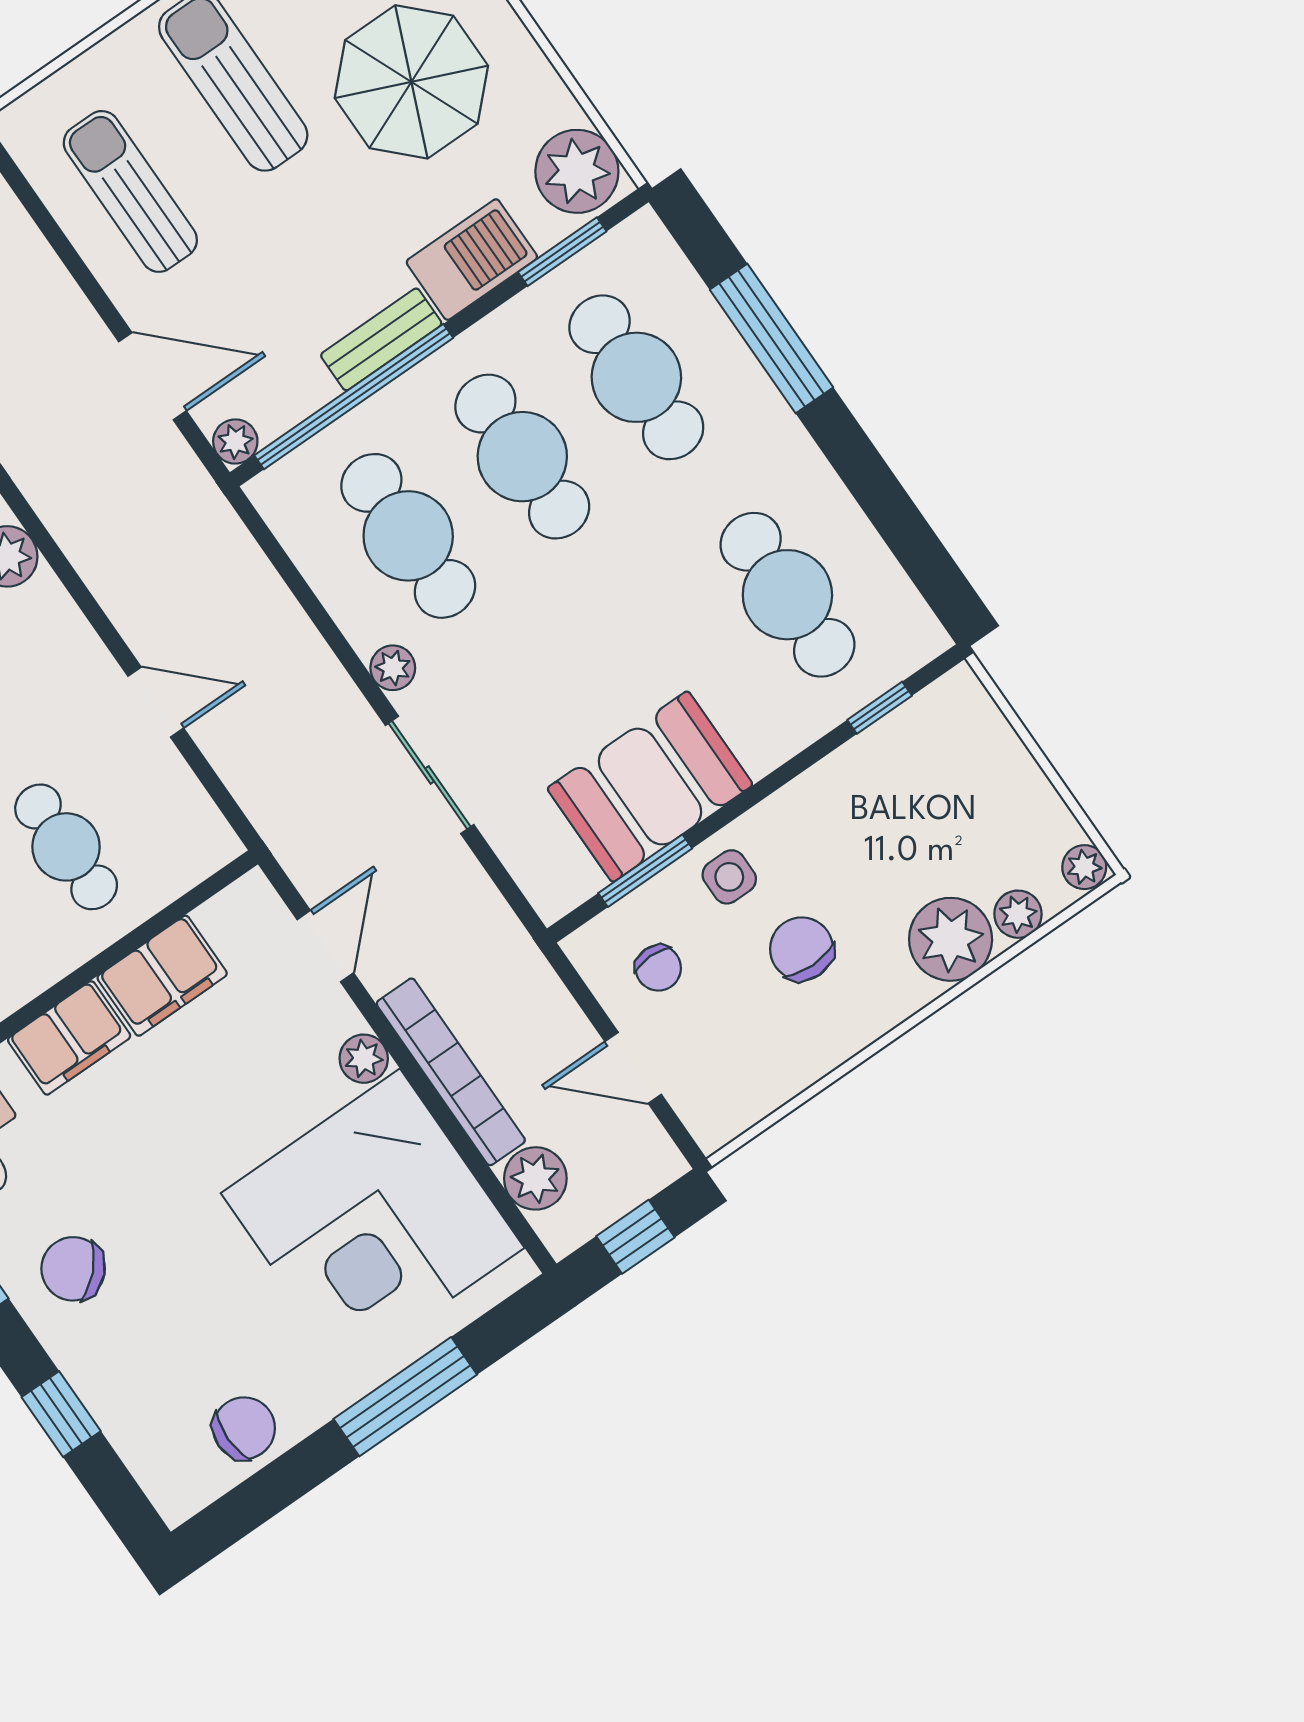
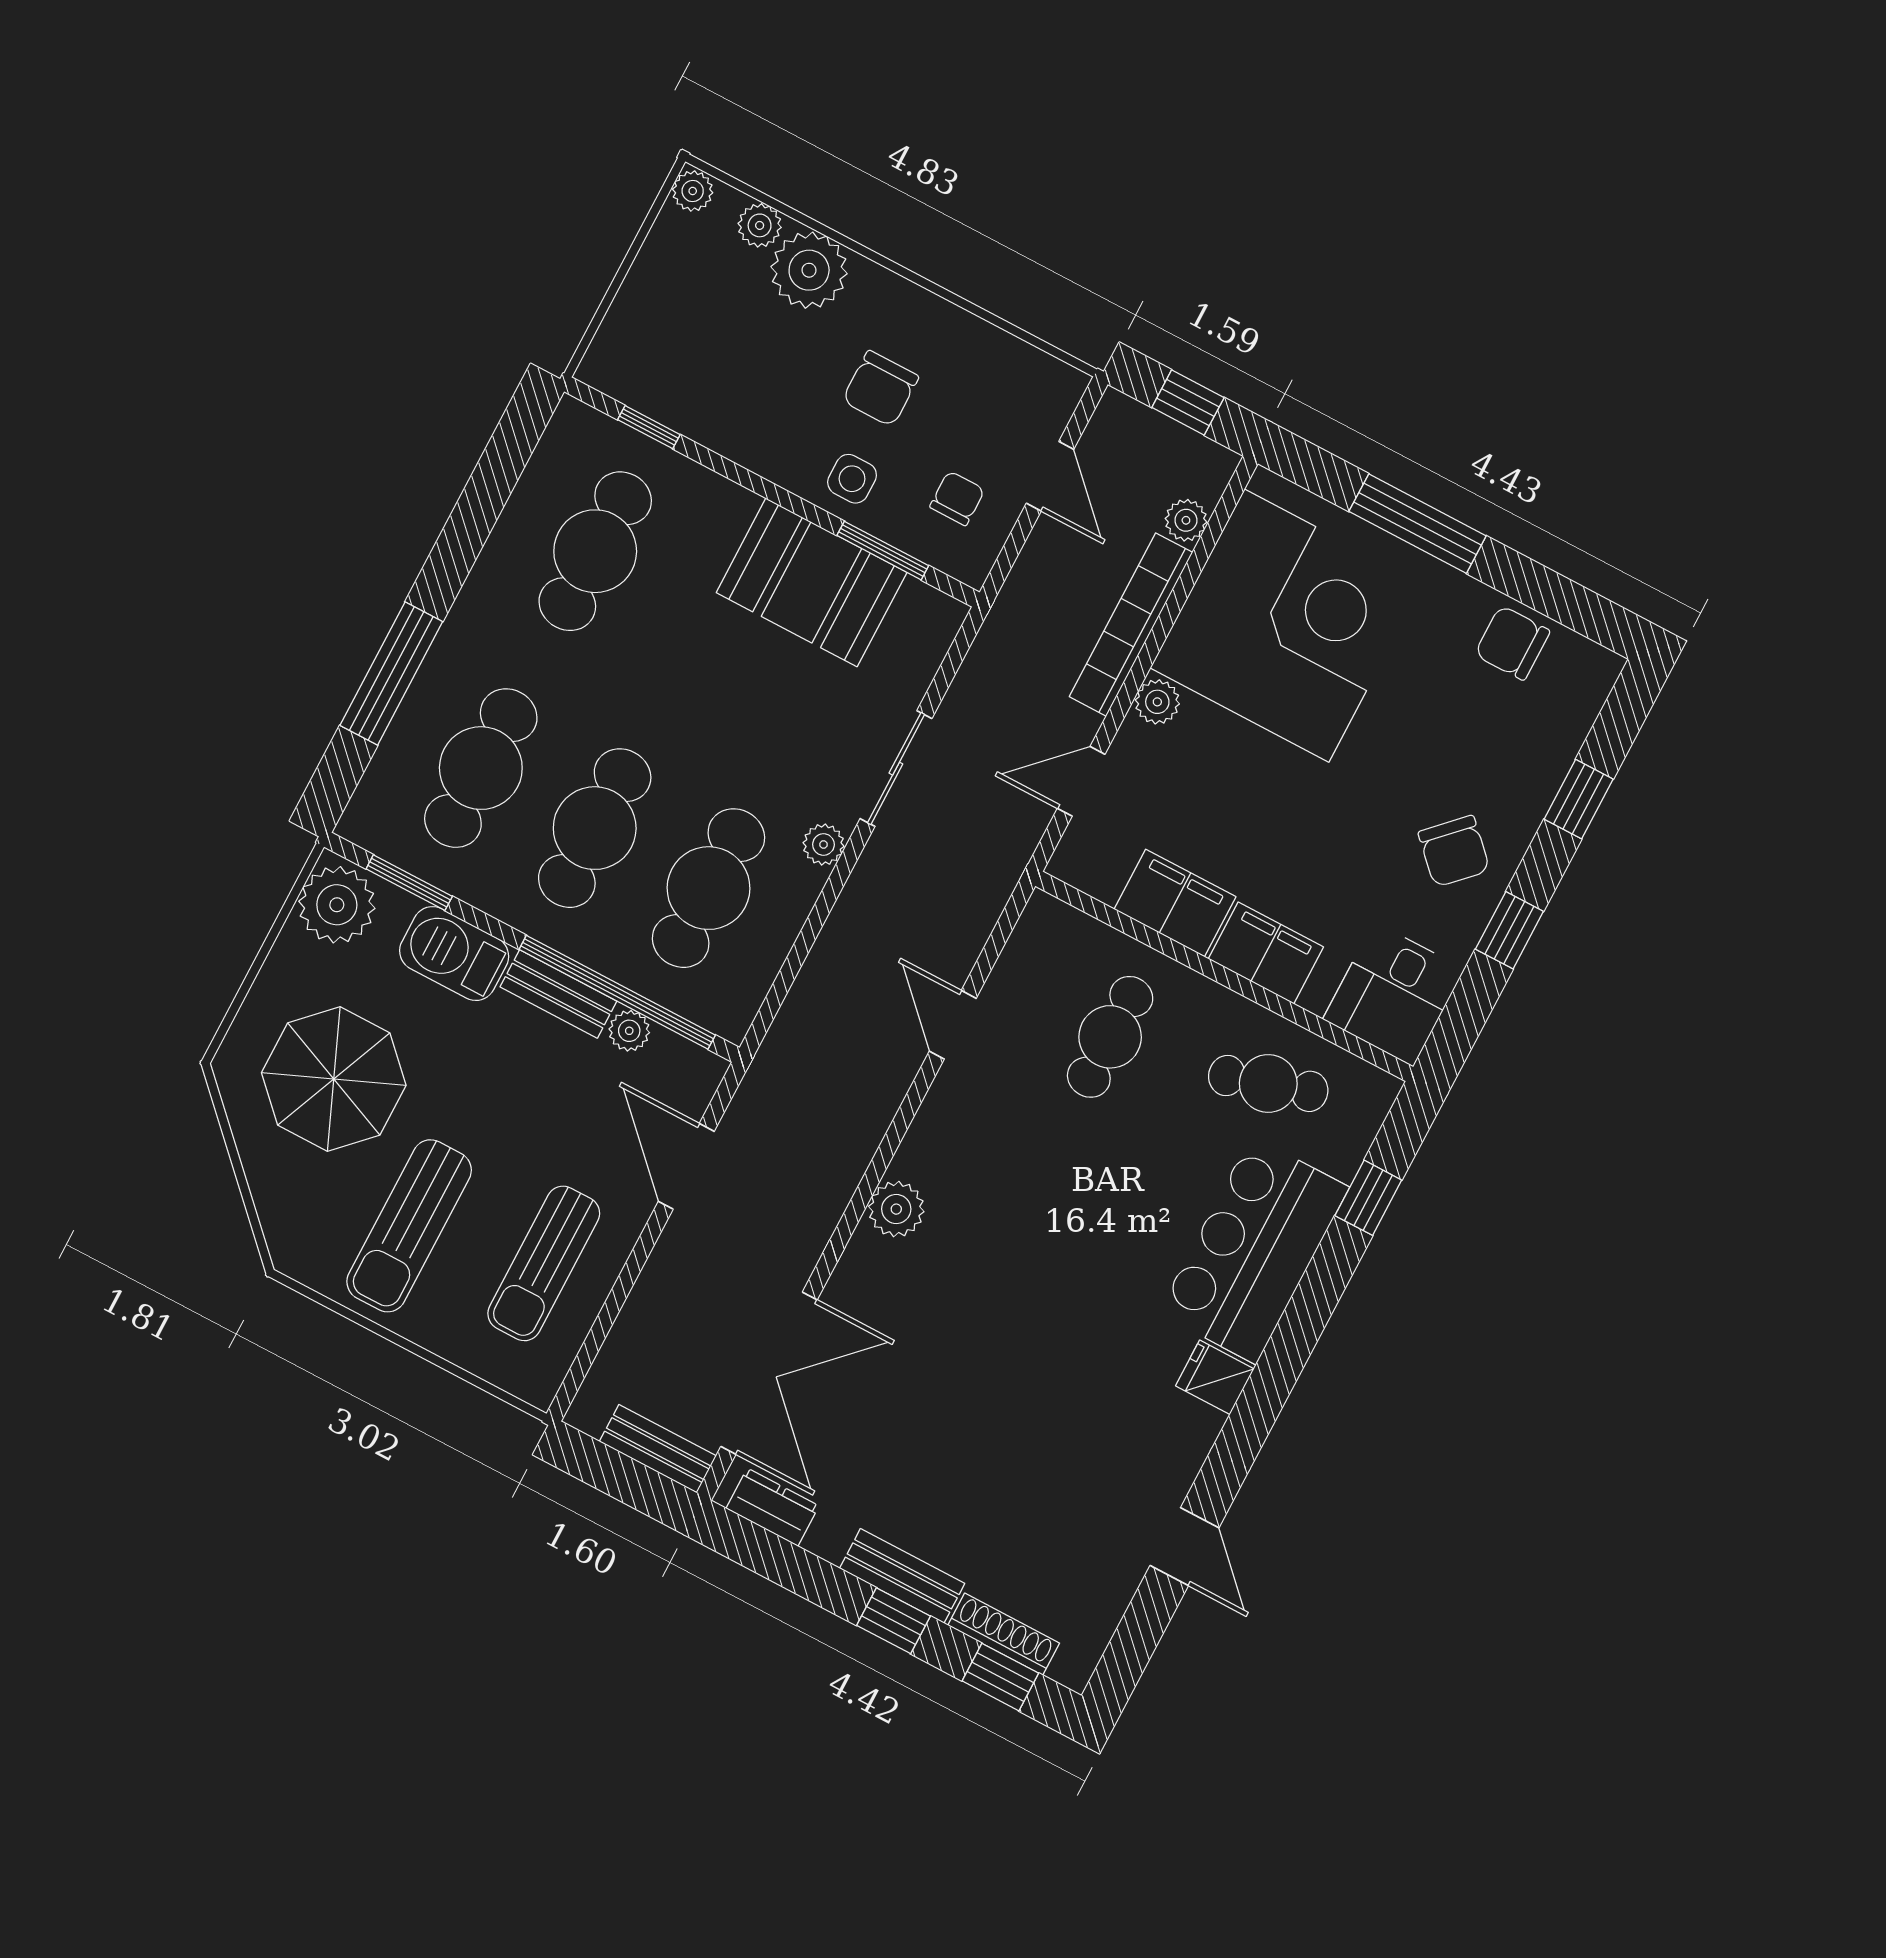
plant: (235, 441) -> (629, 1031), moved
plant: (535, 1178) -> (1186, 520), width x0.73, depth x0.73

